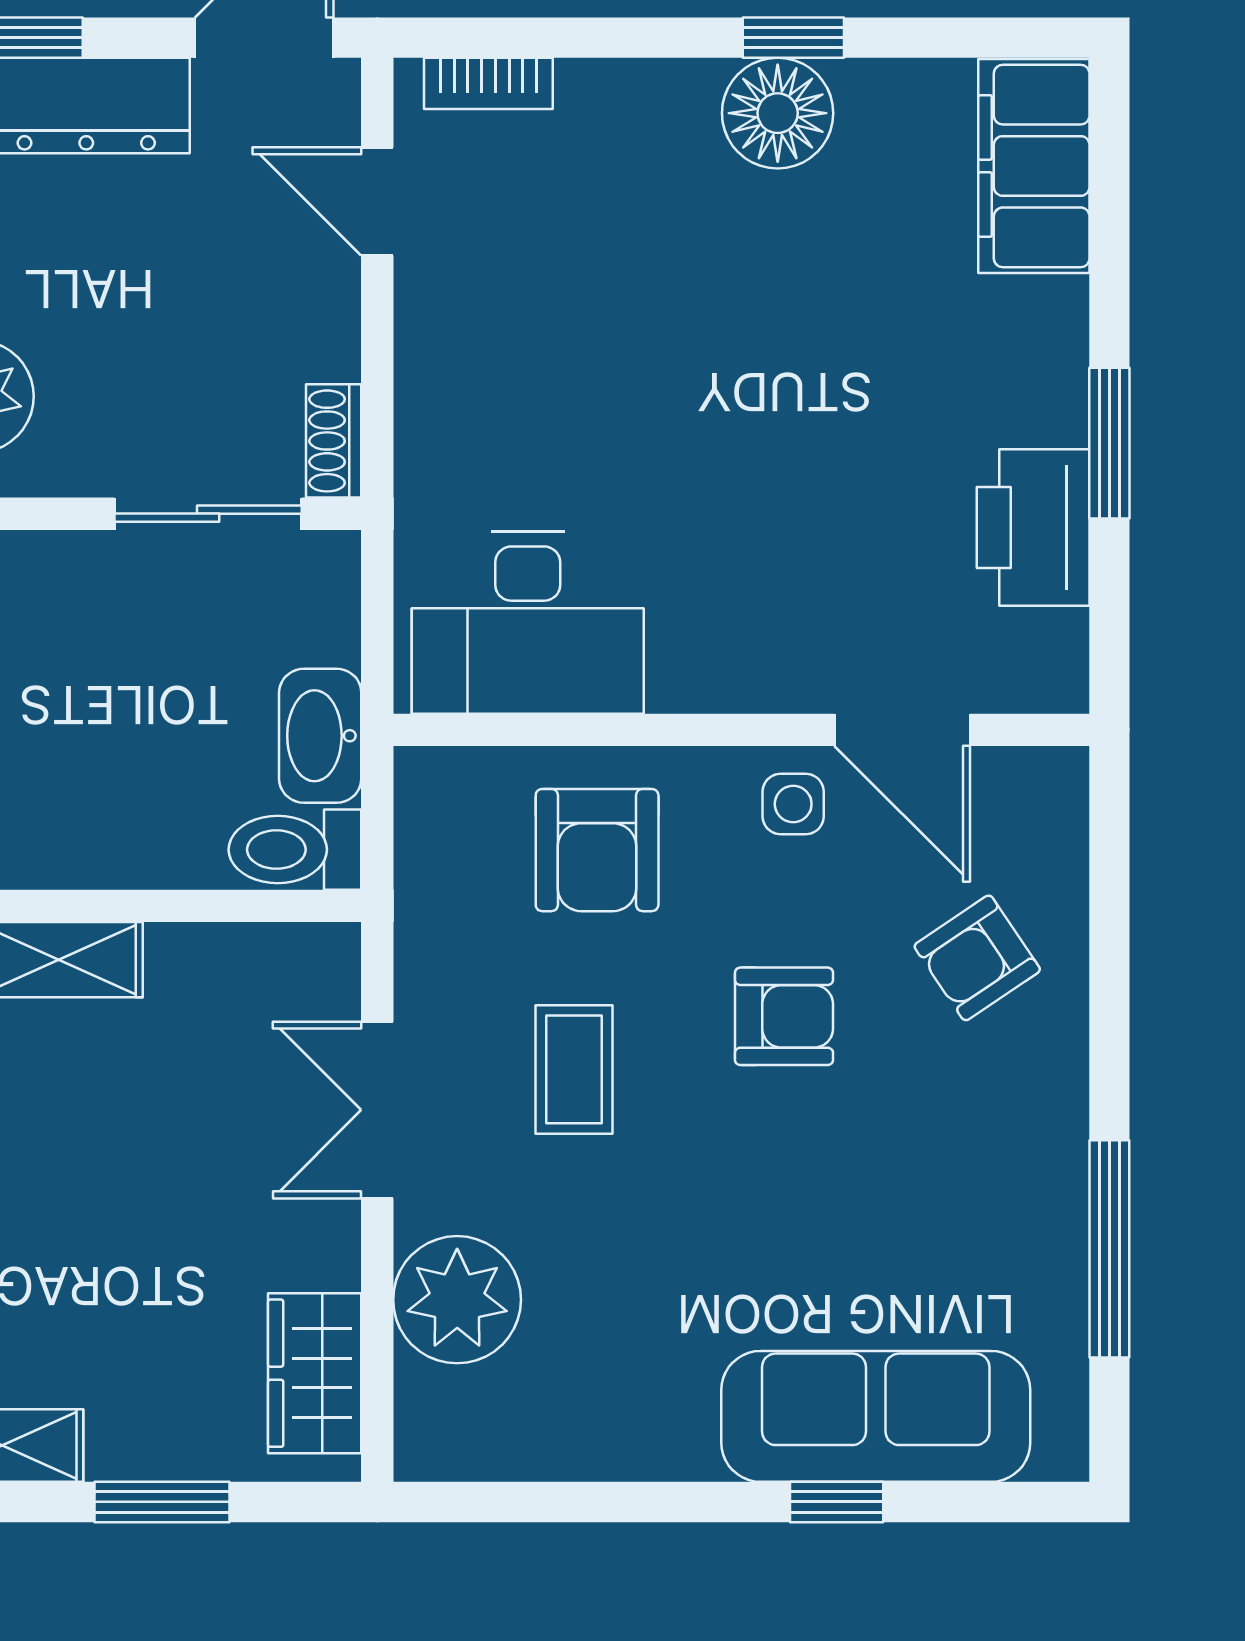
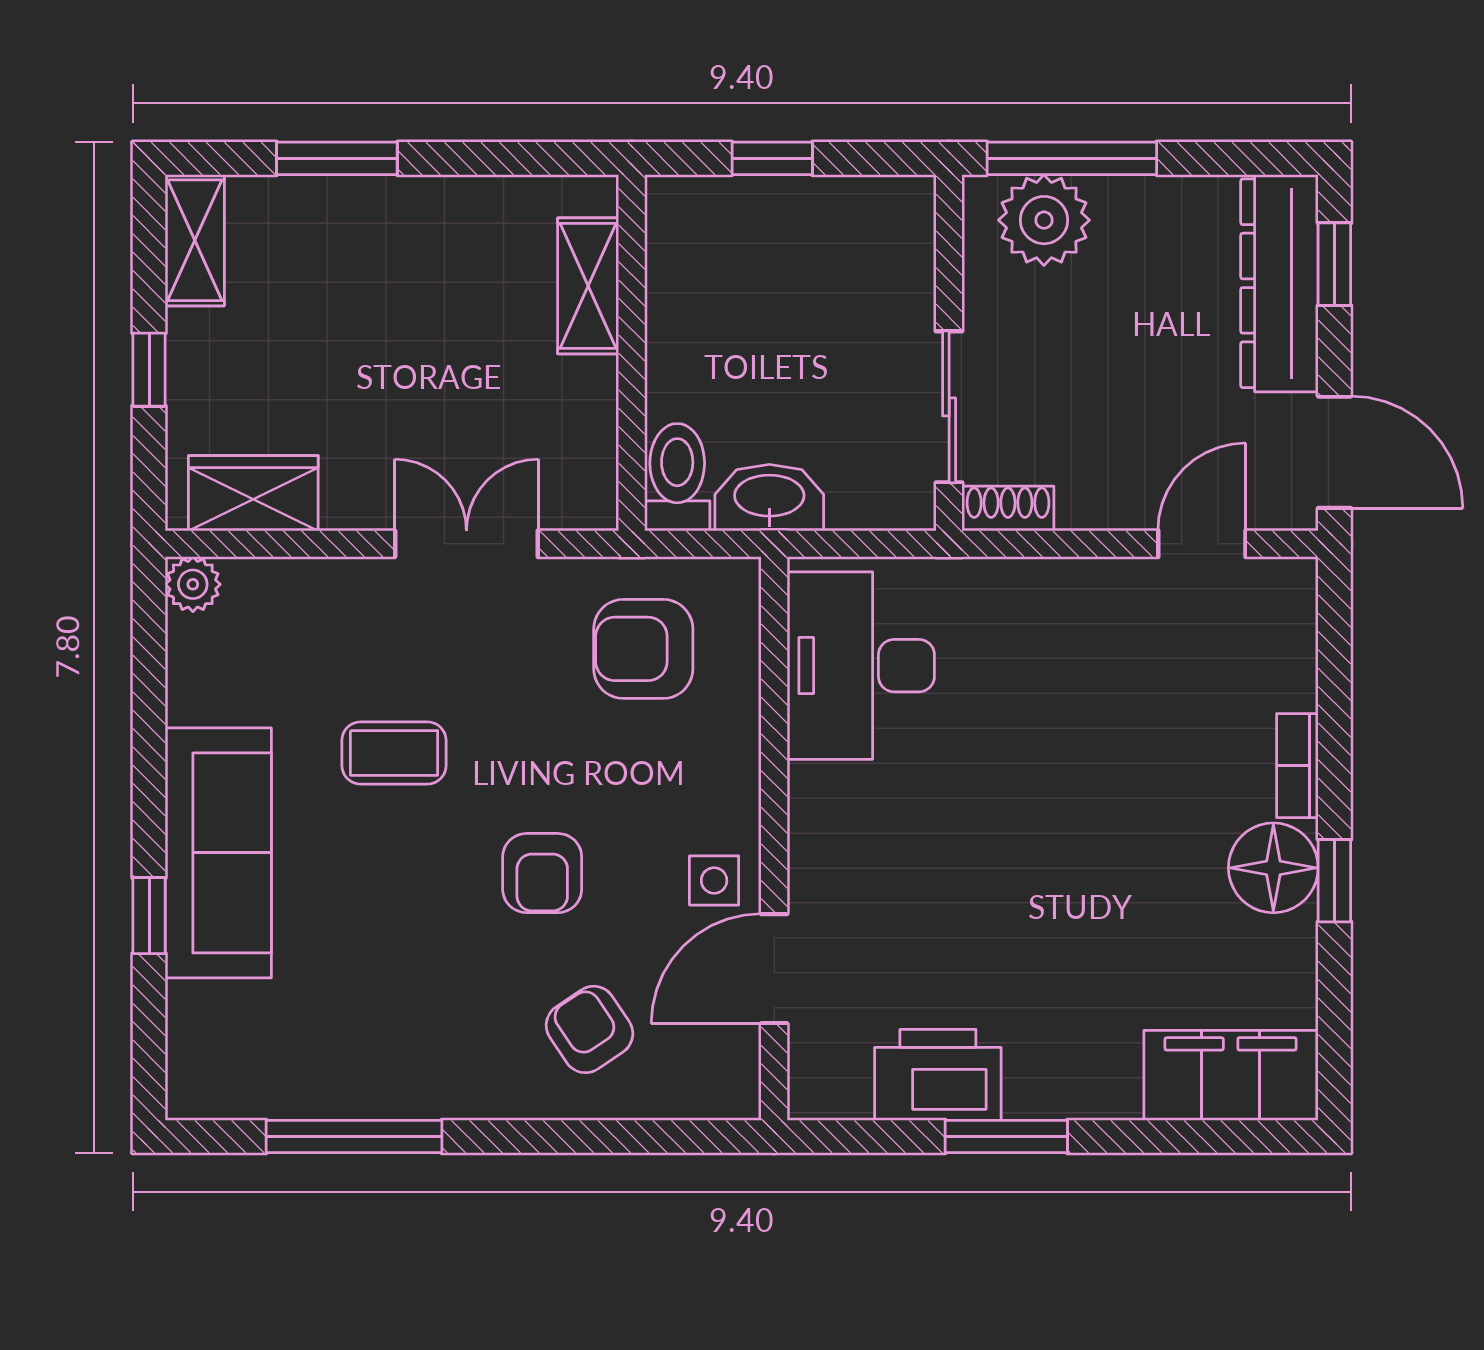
bookcase: (488, 83) -> (1297, 766), moved
armchair: (597, 850) -> (643, 649), moved
coffee table: (574, 1069) -> (394, 753), moved
plant: (457, 1300) -> (193, 584), moved, width x0.53, depth x0.53
sofa: (876, 1416) -> (218, 853), moved
window: (162, 1502) -> (149, 370), width x0.67

